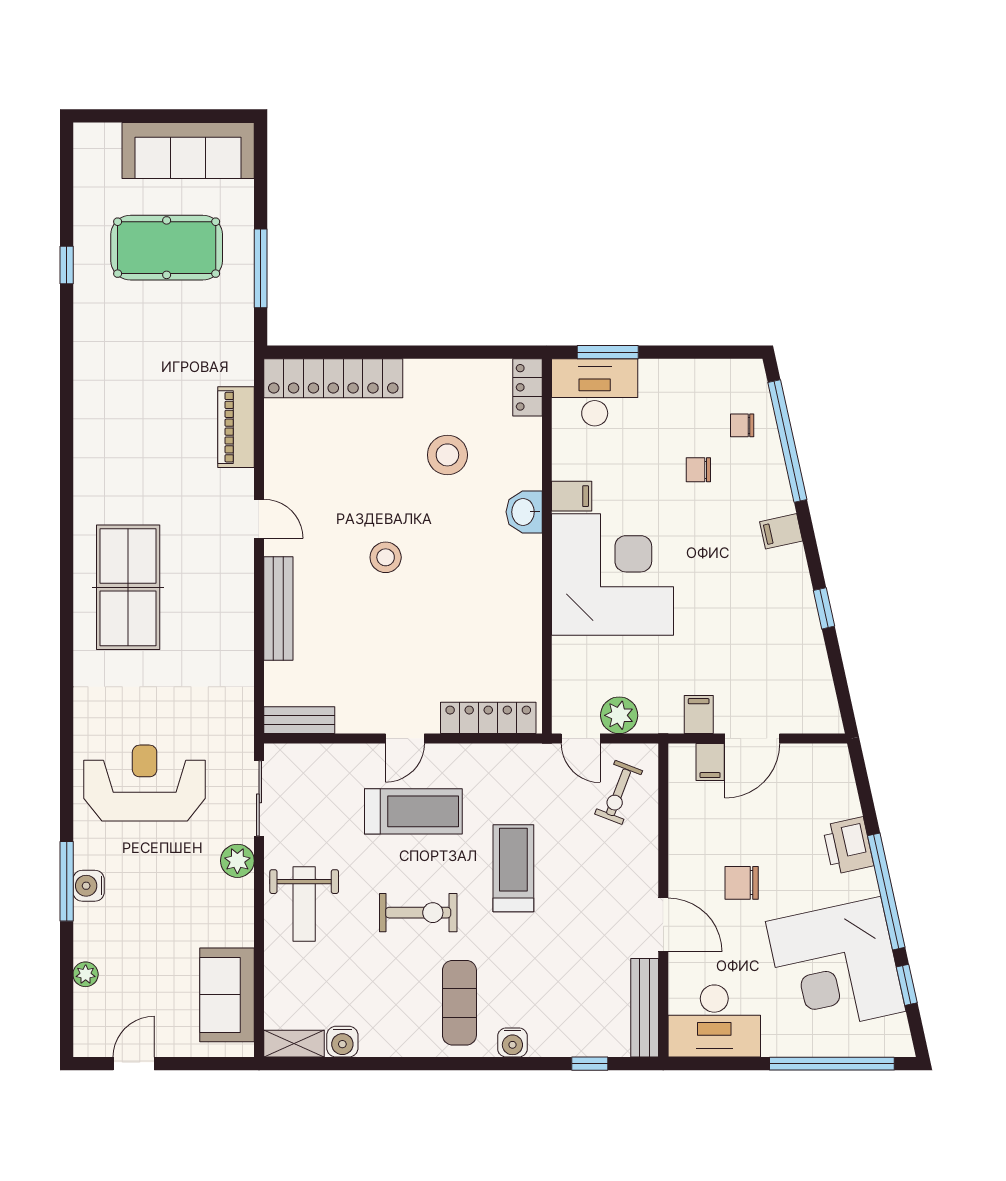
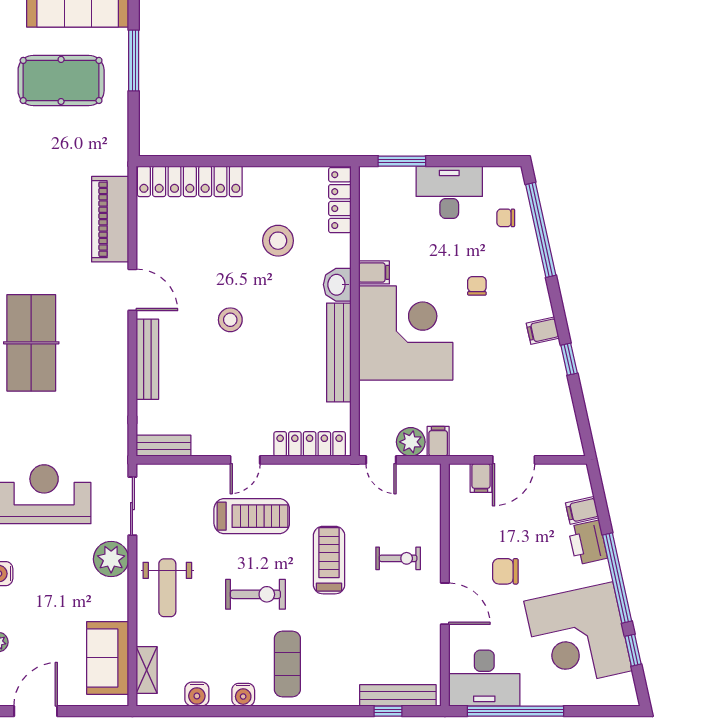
window: (261, 268) -> (134, 61), moved
locker: (527, 387) -> (340, 200), width x1.53
desk: (595, 392) -> (449, 192), moved
piano: (236, 427) -> (110, 219), width x1.37, depth x1.33
chair: (698, 470) -> (477, 286), moved, turned 90
door: (259, 519) -> (132, 290), width x1.38
filing cabinet: (781, 531) -> (543, 331), moved
bench: (526, 600) -> (339, 353), added
filing cabinet: (699, 715) -> (438, 441), moved
exercise bike: (619, 792) -> (398, 558), moved, turned -111
filing cabinet: (841, 804) -> (582, 510), added
plant: (237, 861) -> (111, 559), width x1.36, depth x1.36
bench: (645, 1008) -> (398, 695), moved, turned 90
water cooler: (512, 1042) -> (243, 695), moved
shelving: (294, 1044) -> (147, 670), moved, turned 90
door: (134, 1064) -> (36, 711), width x1.38
window: (832, 1064) -> (516, 711), moved

